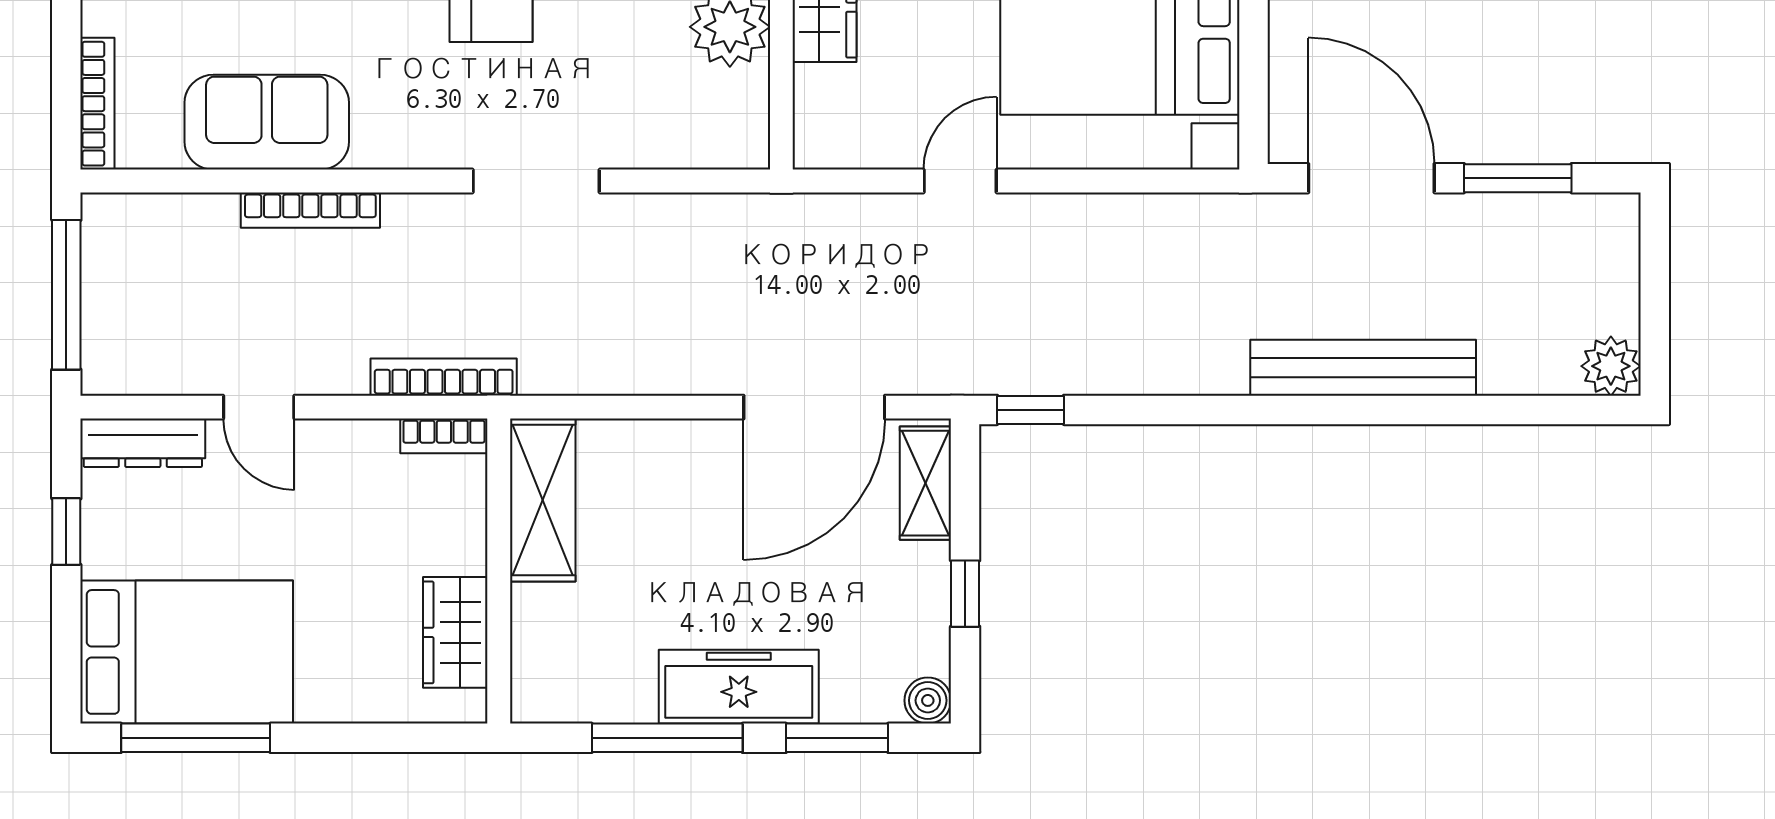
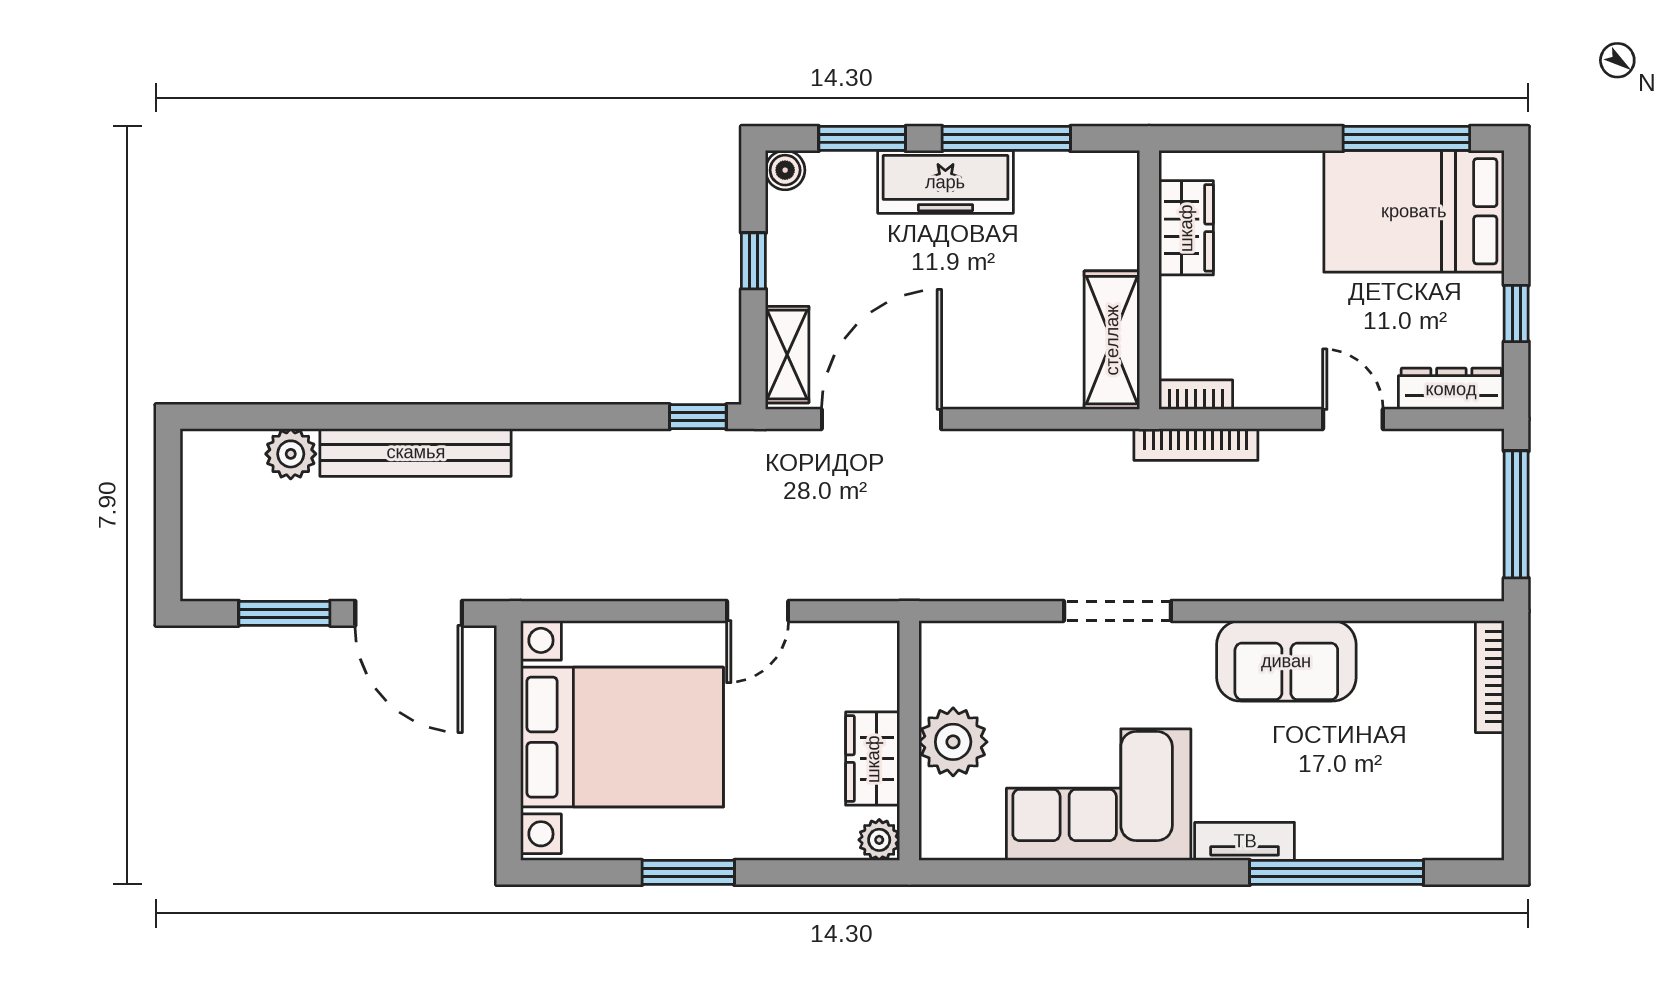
sofa: (267, 122) -> (1286, 661), moved
bookcase: (310, 210) -> (1309, 586), removed
plant: (1611, 366) -> (291, 454), moved

